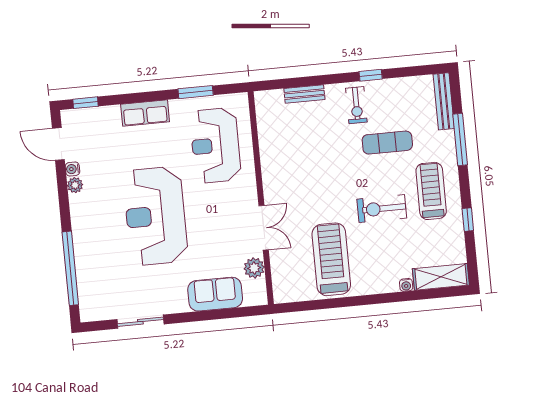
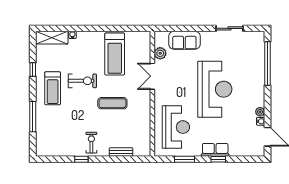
bench: (444, 101) -> (40, 140), removed
window: (86, 103) -> (218, 159), moved
exercise mat: (387, 143) -> (112, 103), moved

